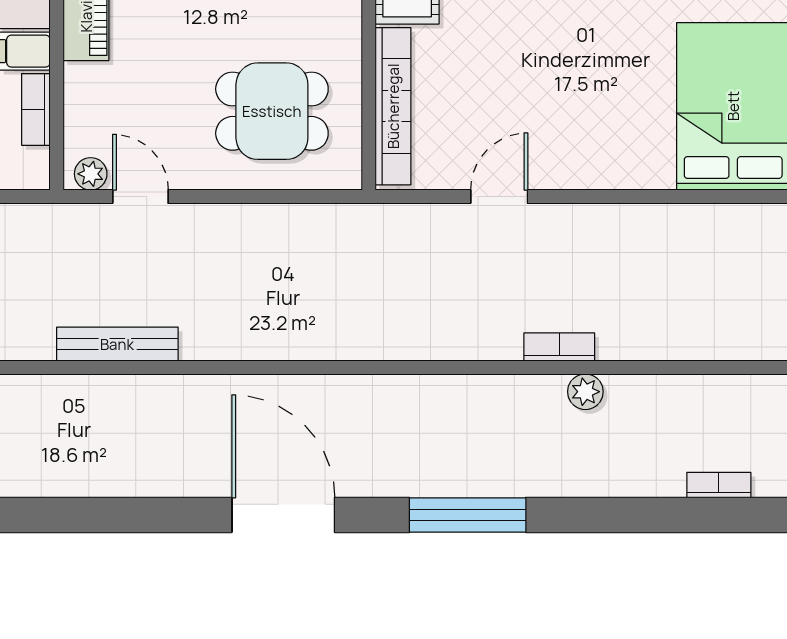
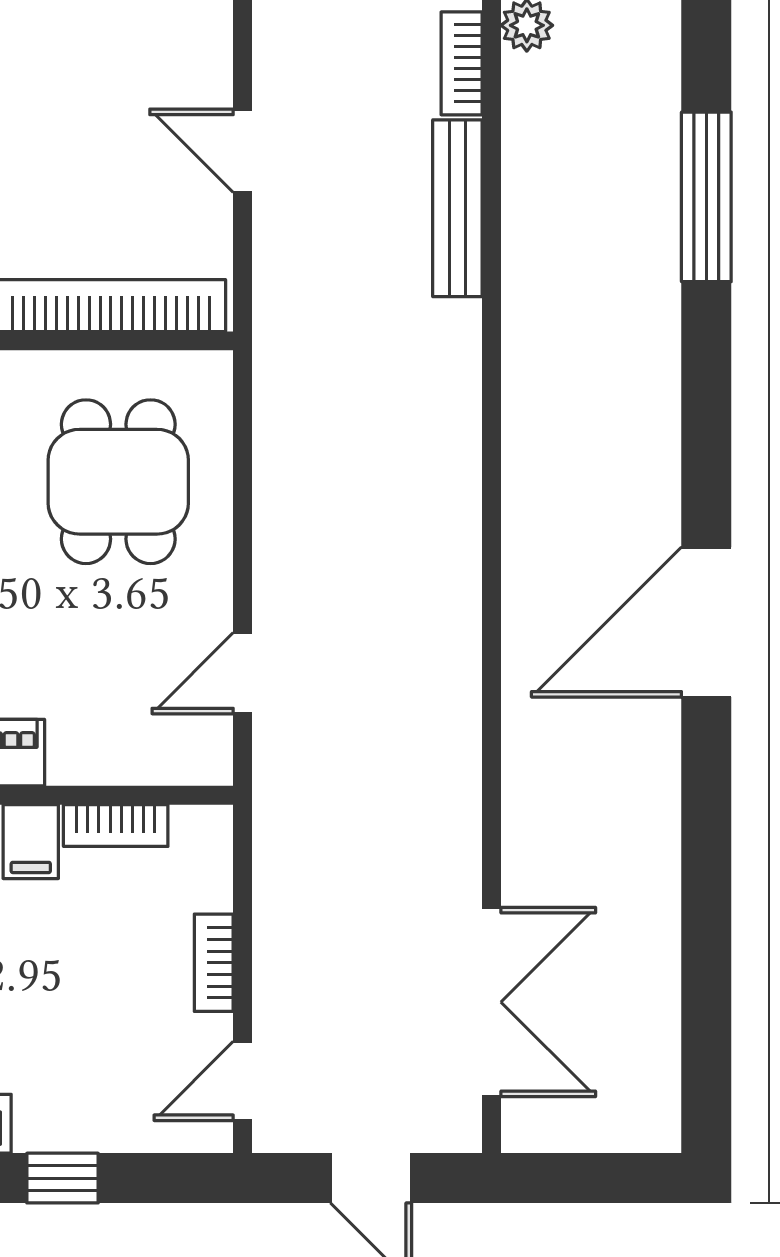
plant: (91, 174) -> (210, 746), removed
bench: (117, 344) -> (457, 208), moved
door: (283, 515) -> (706, 622), moved

